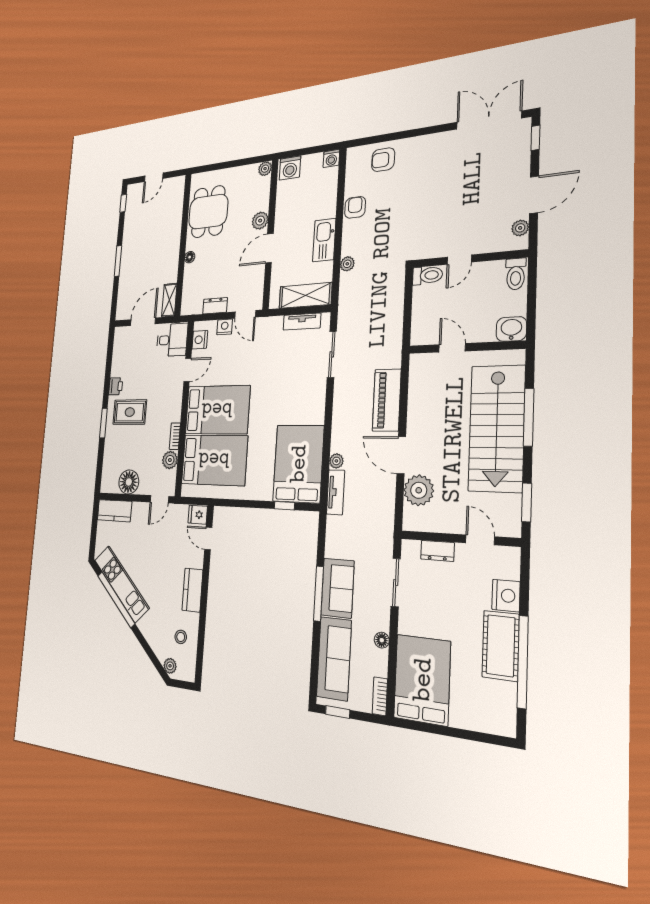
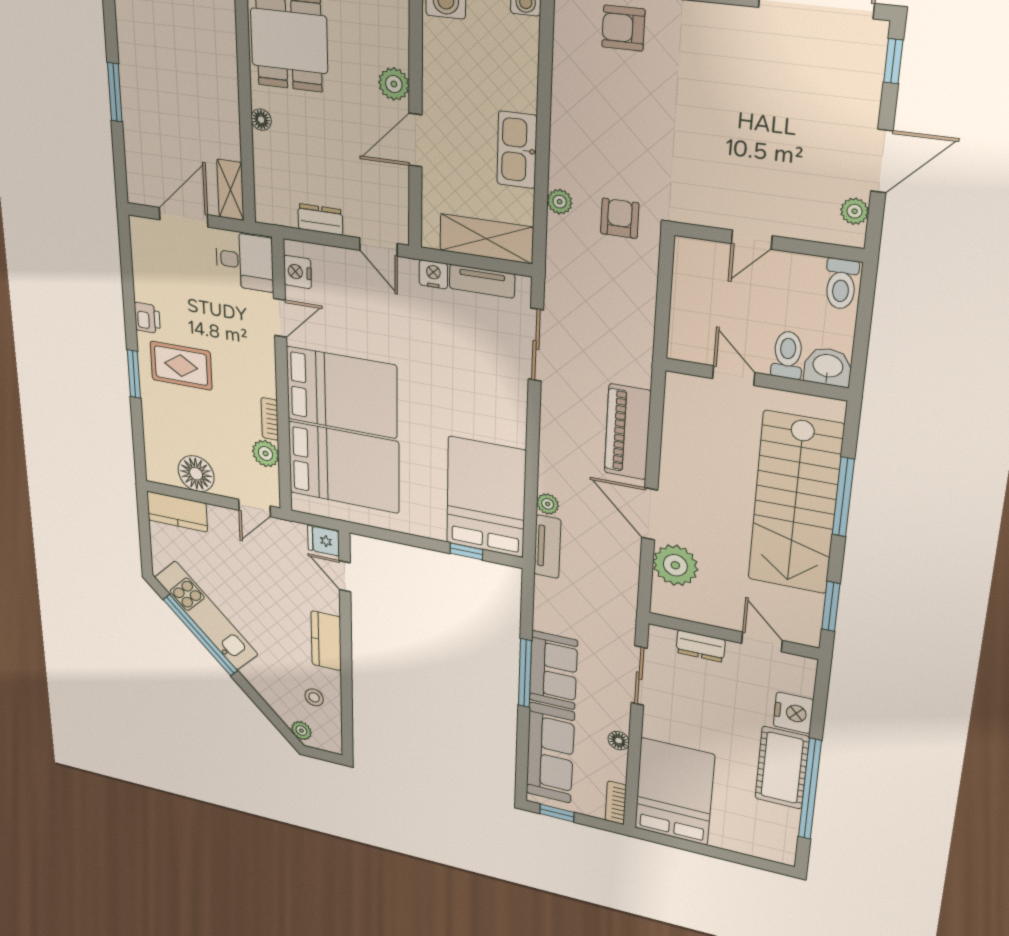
armchair: (355, 207) -> (620, 218), moved
toilet: (427, 275) -> (788, 355), moved, turned -90
nightstand: (225, 327) -> (433, 274), moved

